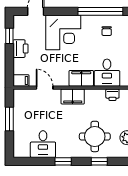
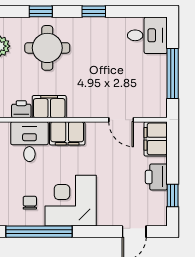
corner desk: (63, 32) -> (71, 201), moved
filing cabinet: (21, 80) -> (156, 139), width x2.00
filing cabinet: (73, 96) -> (49, 107), moved
window: (9, 119) -> (173, 73), width x1.44
desk: (43, 144) -> (147, 35), moved, turned 90

